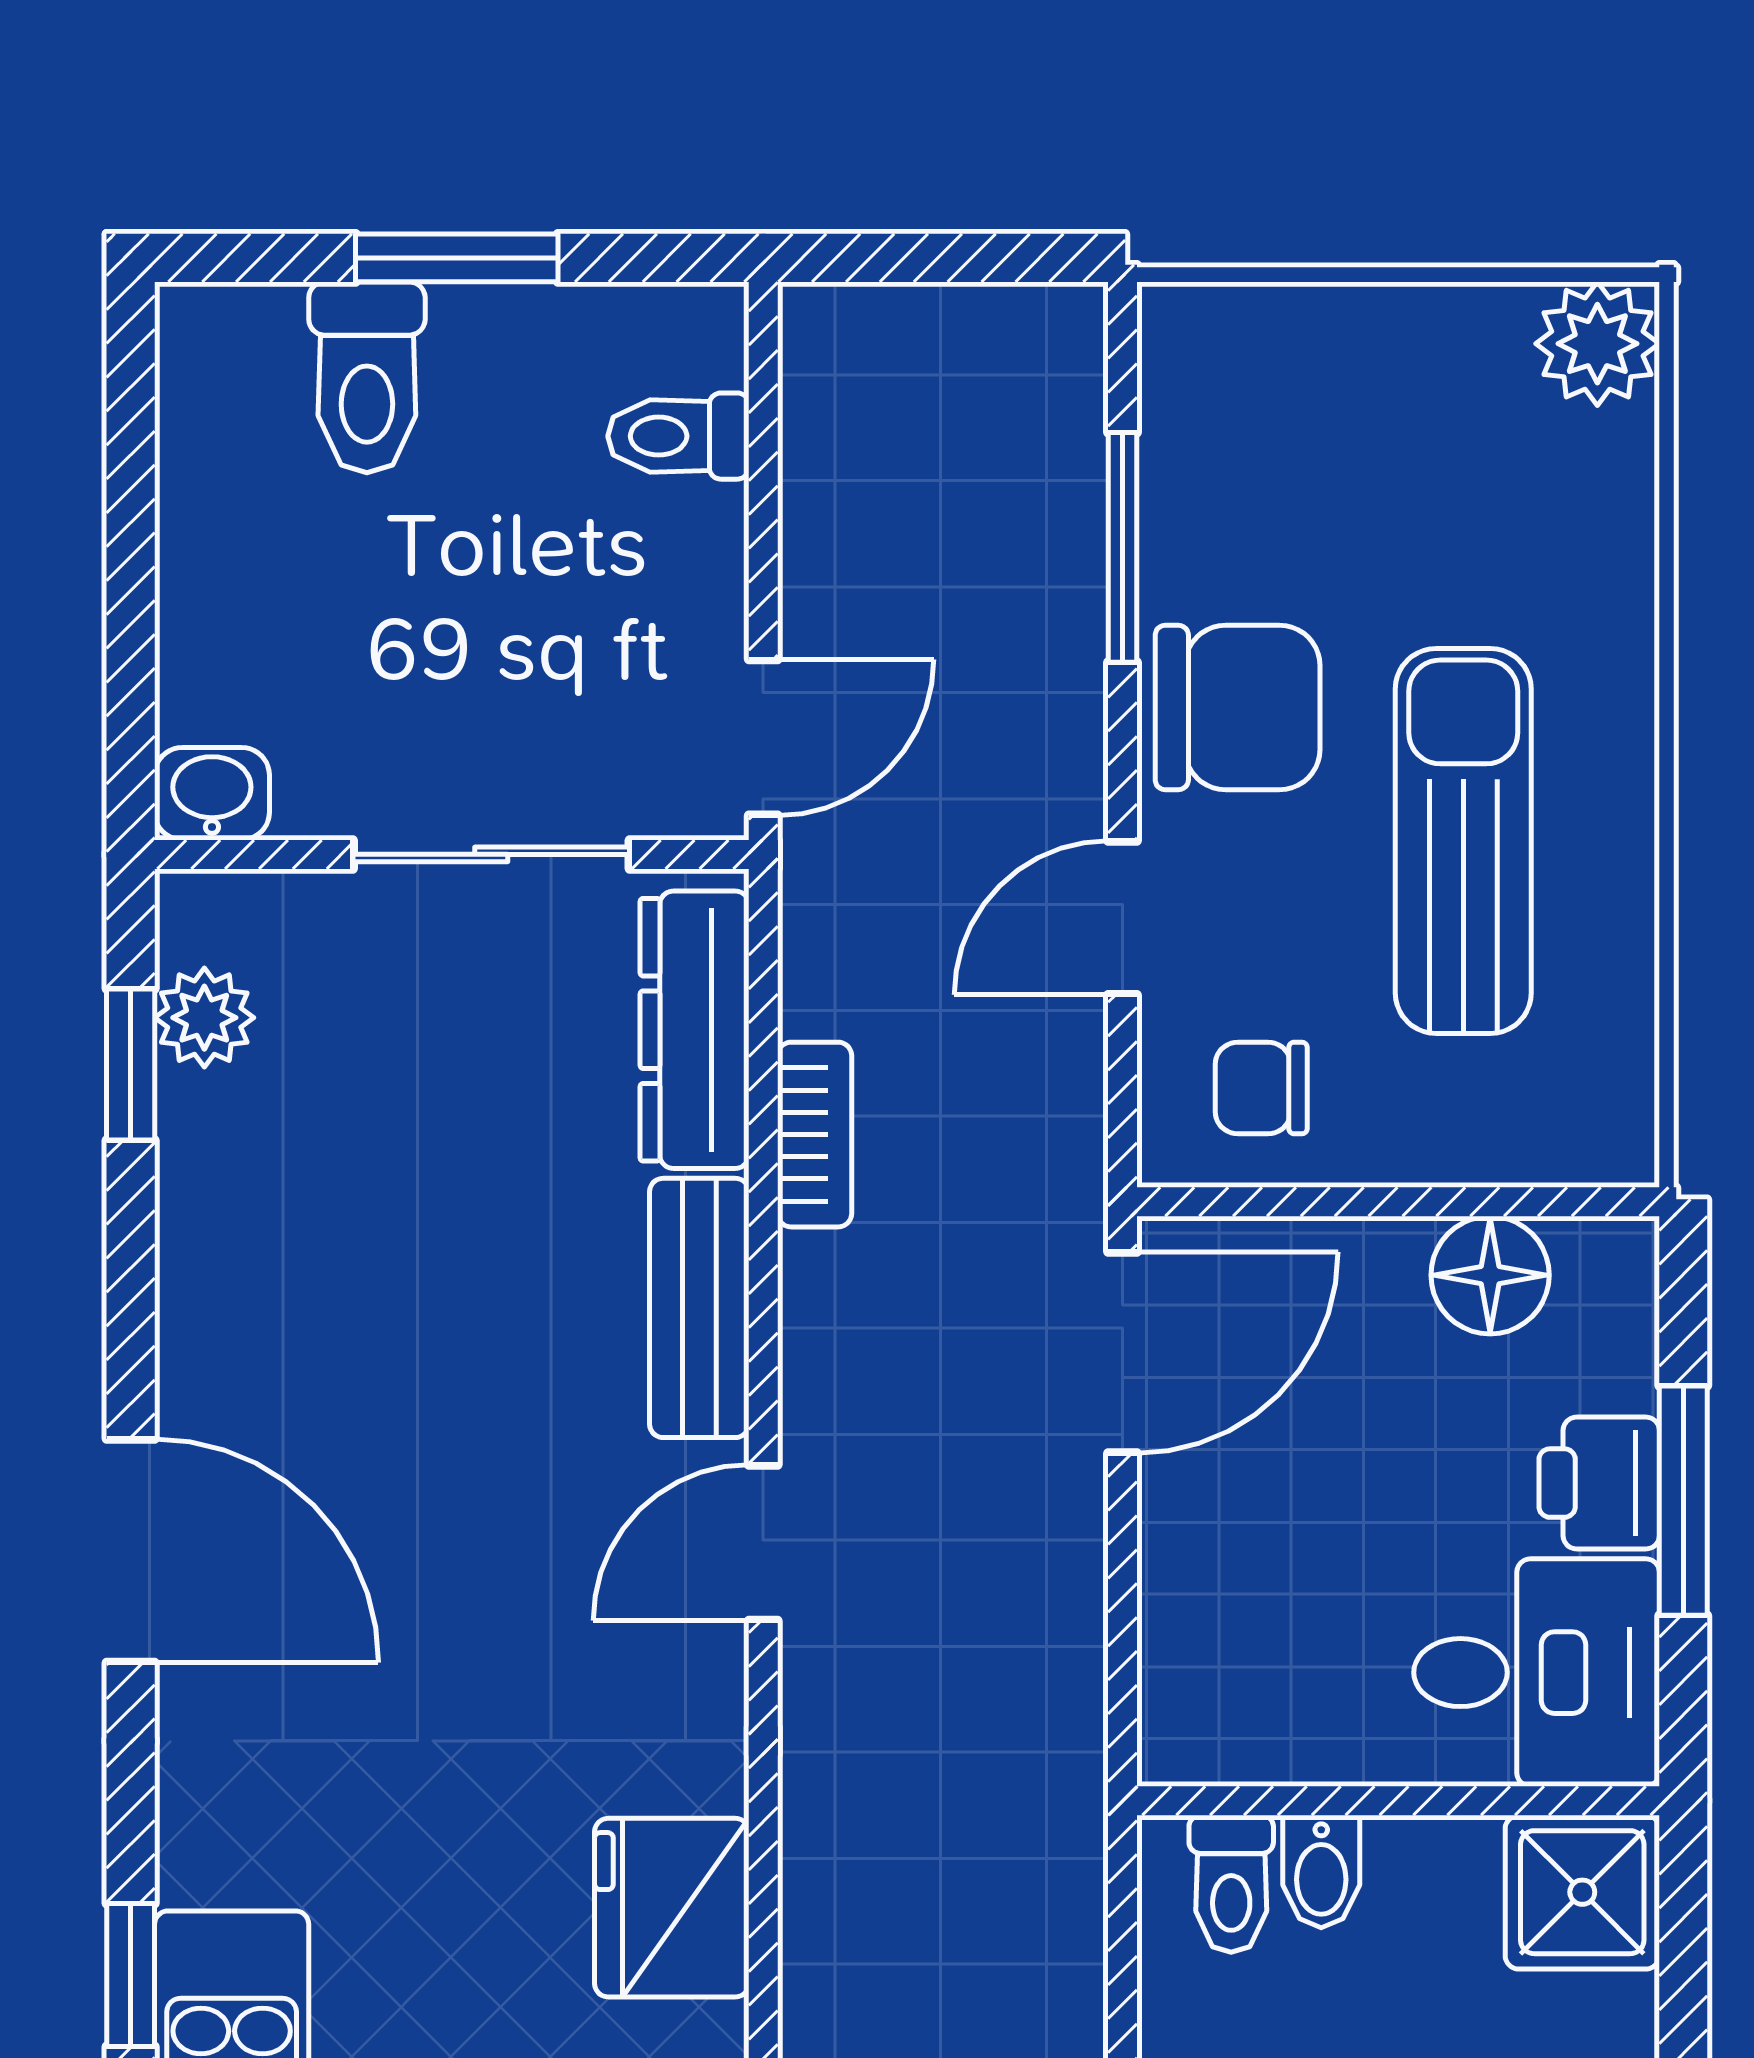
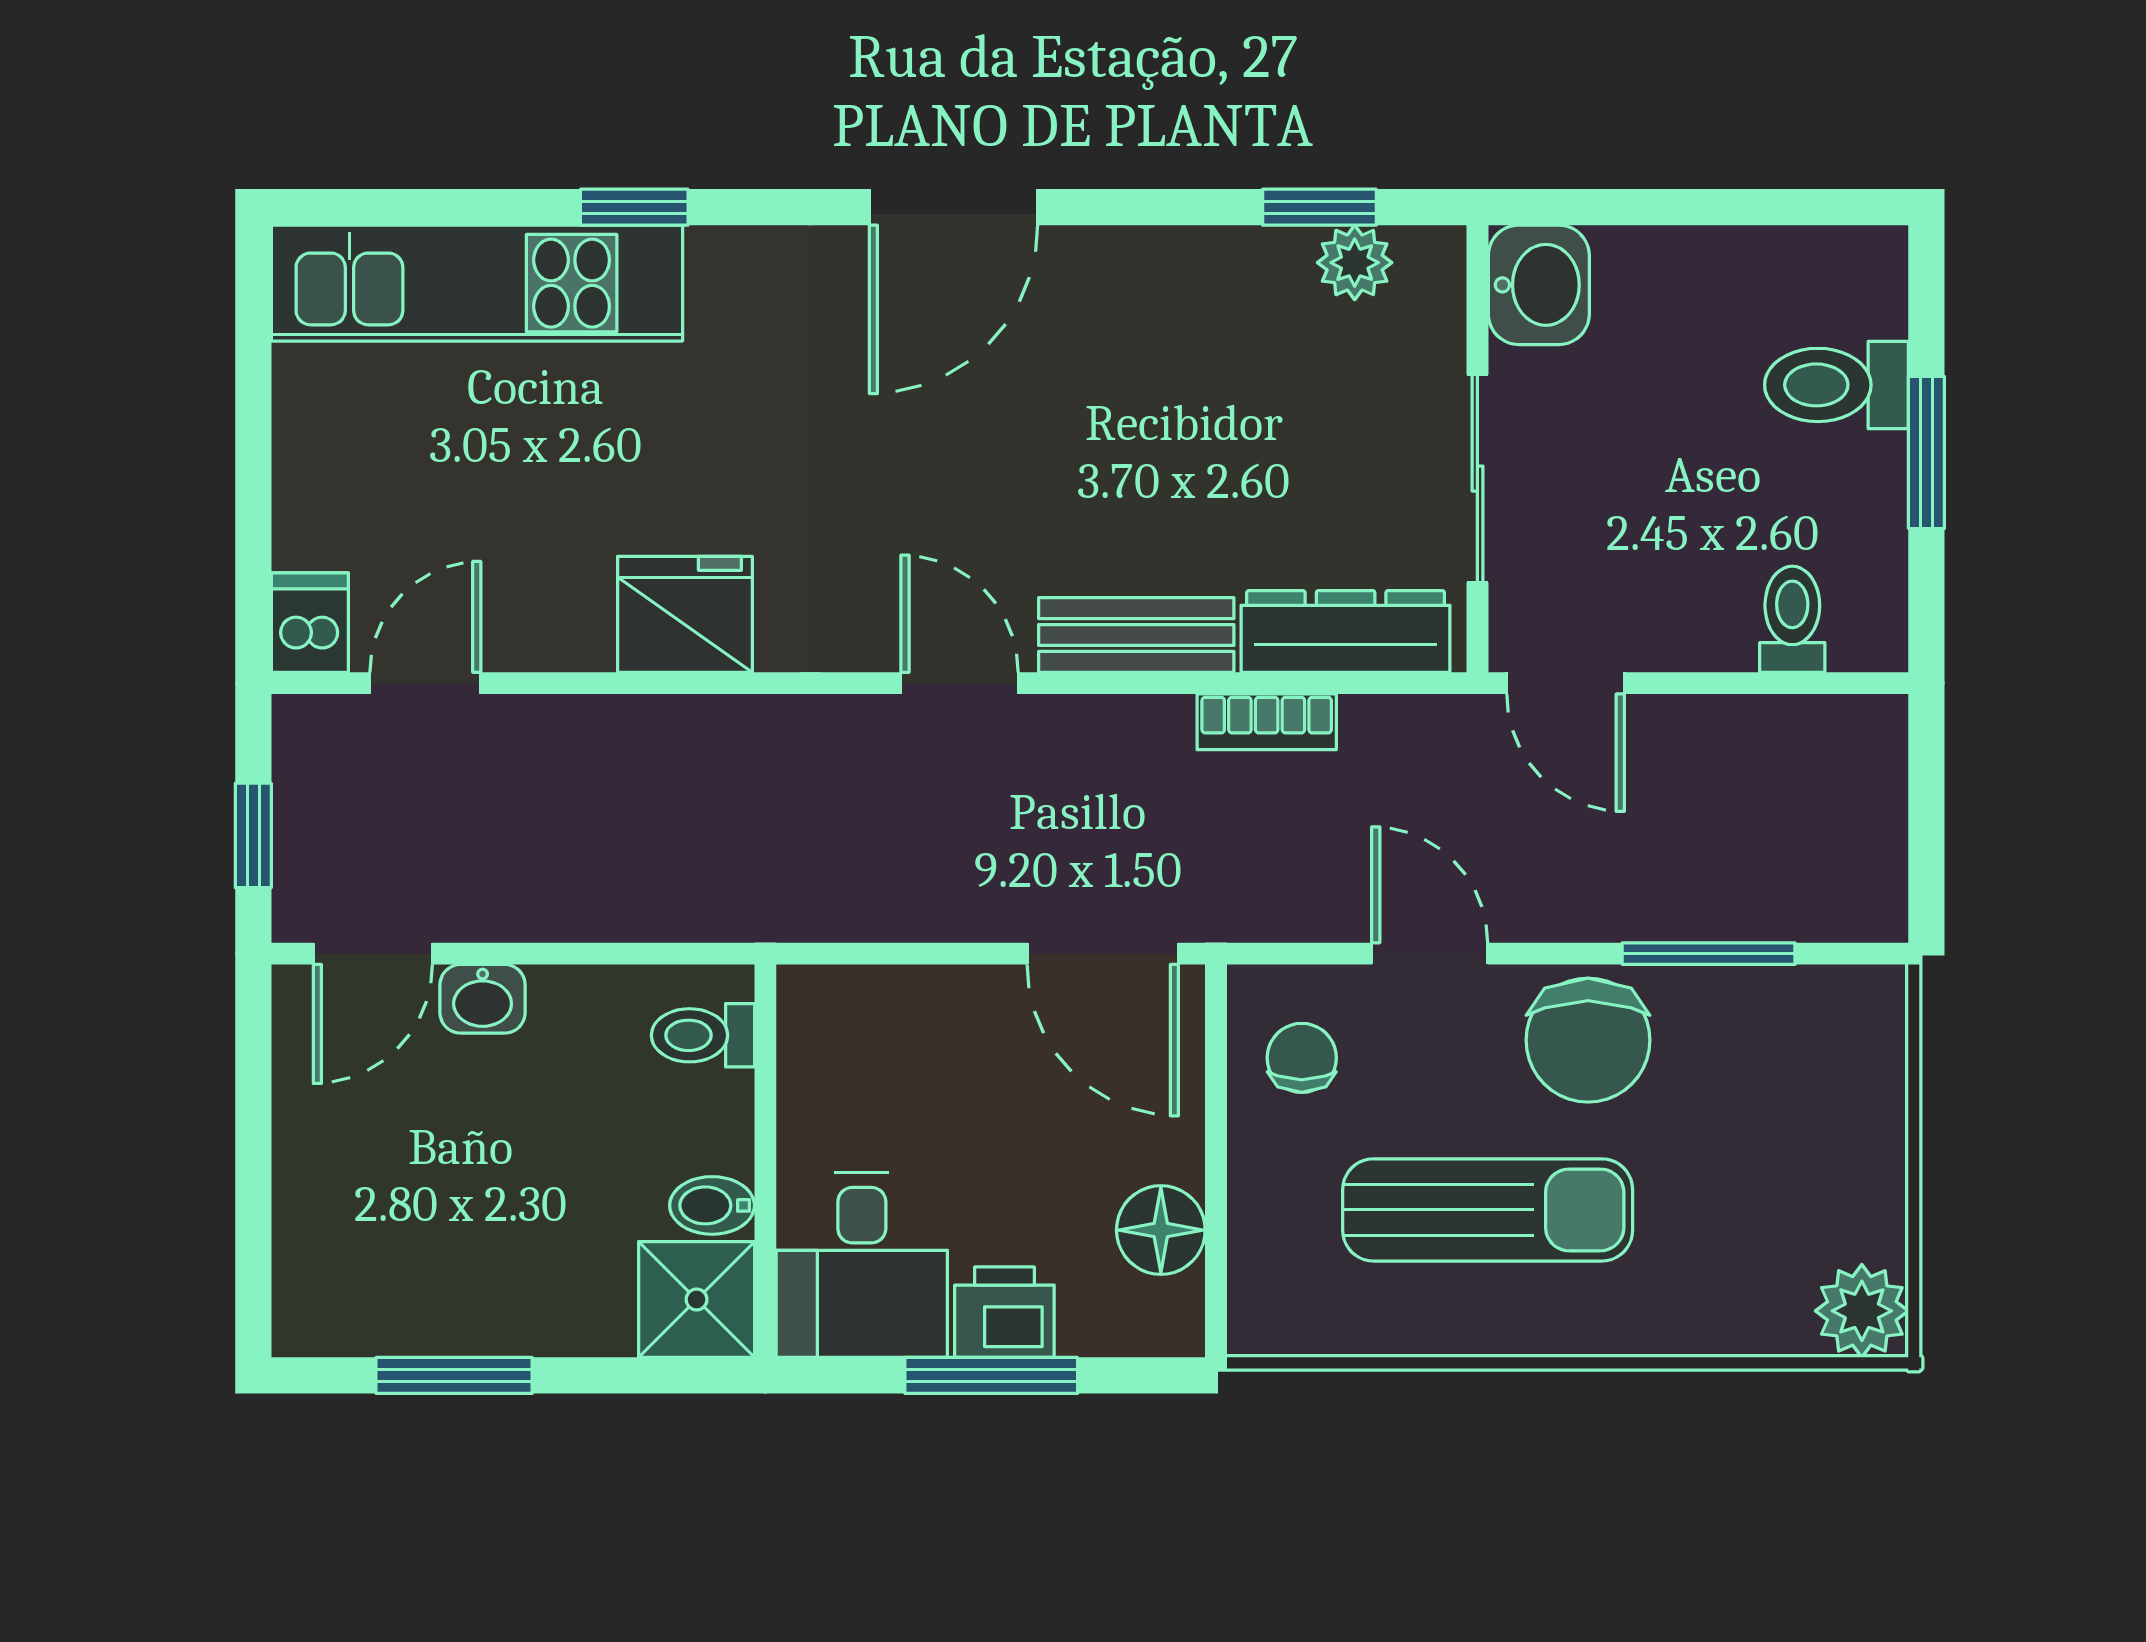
washbasin: (212, 794) -> (1539, 285), width x1.38, depth x1.45
bidet: (1321, 1872) -> (712, 1205), moved

